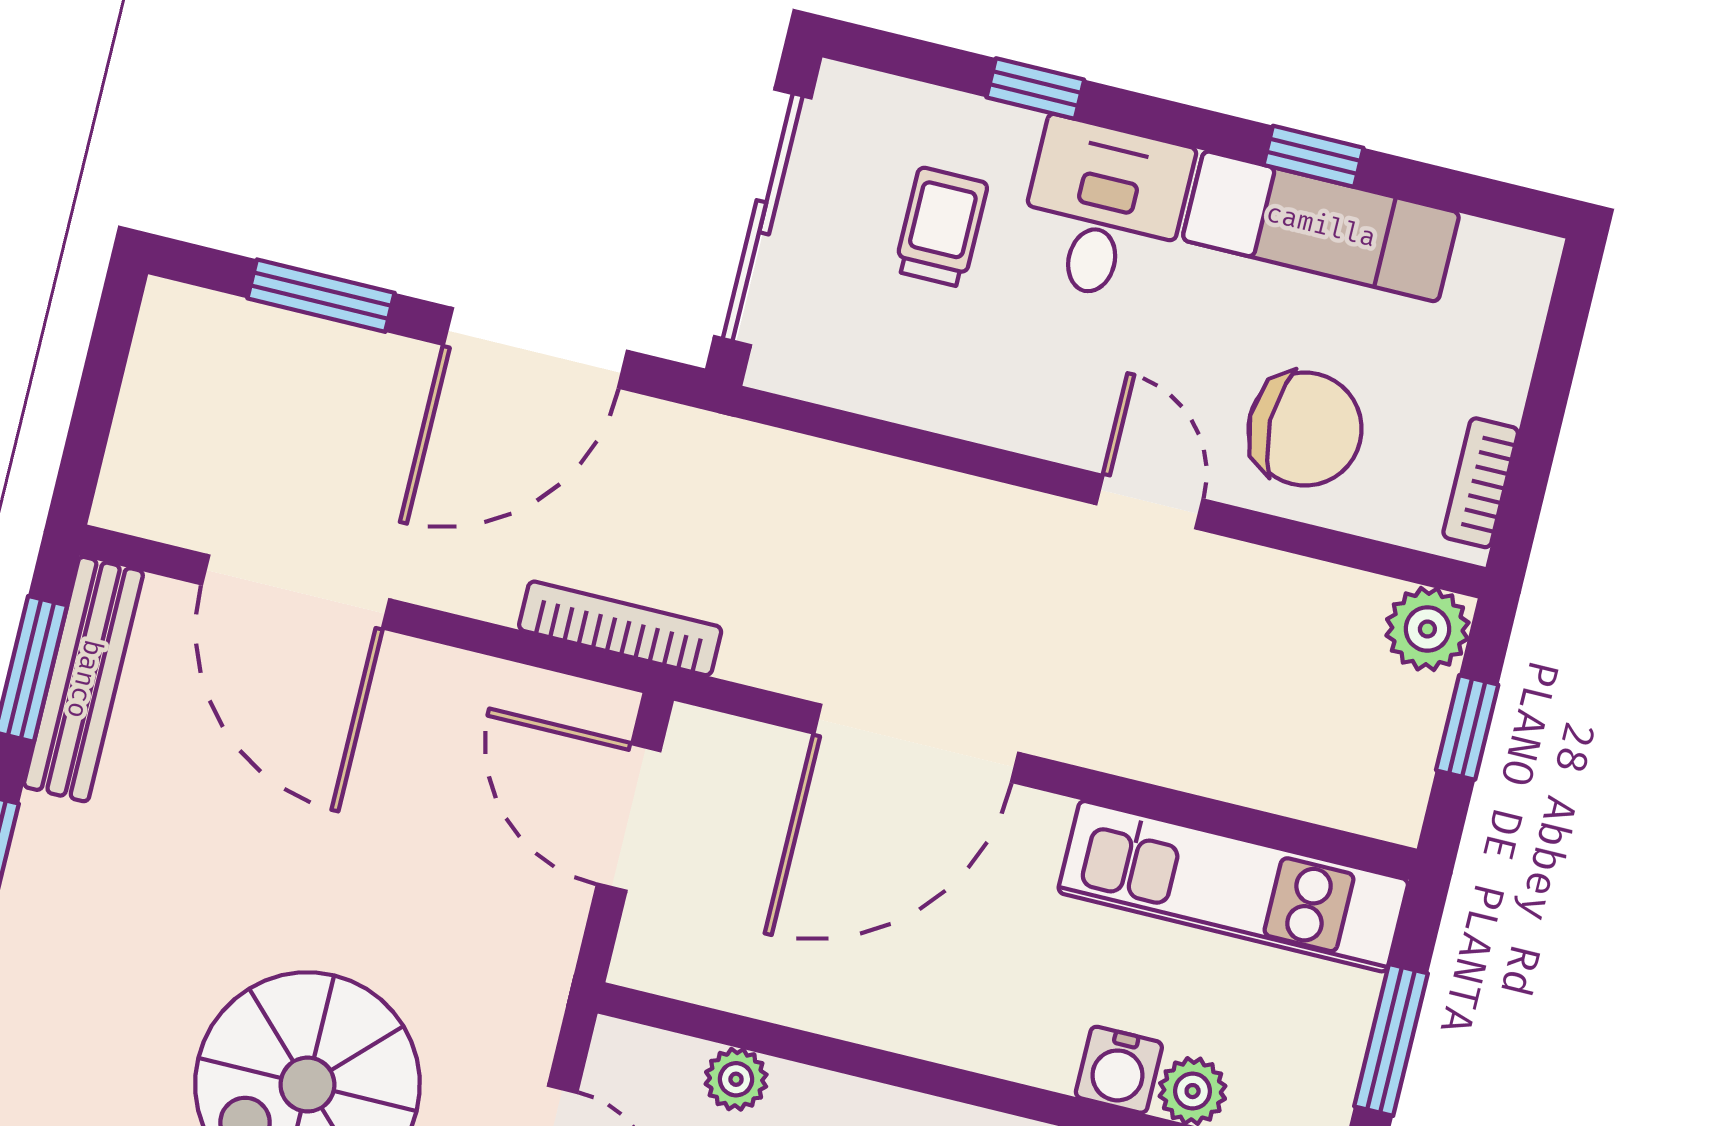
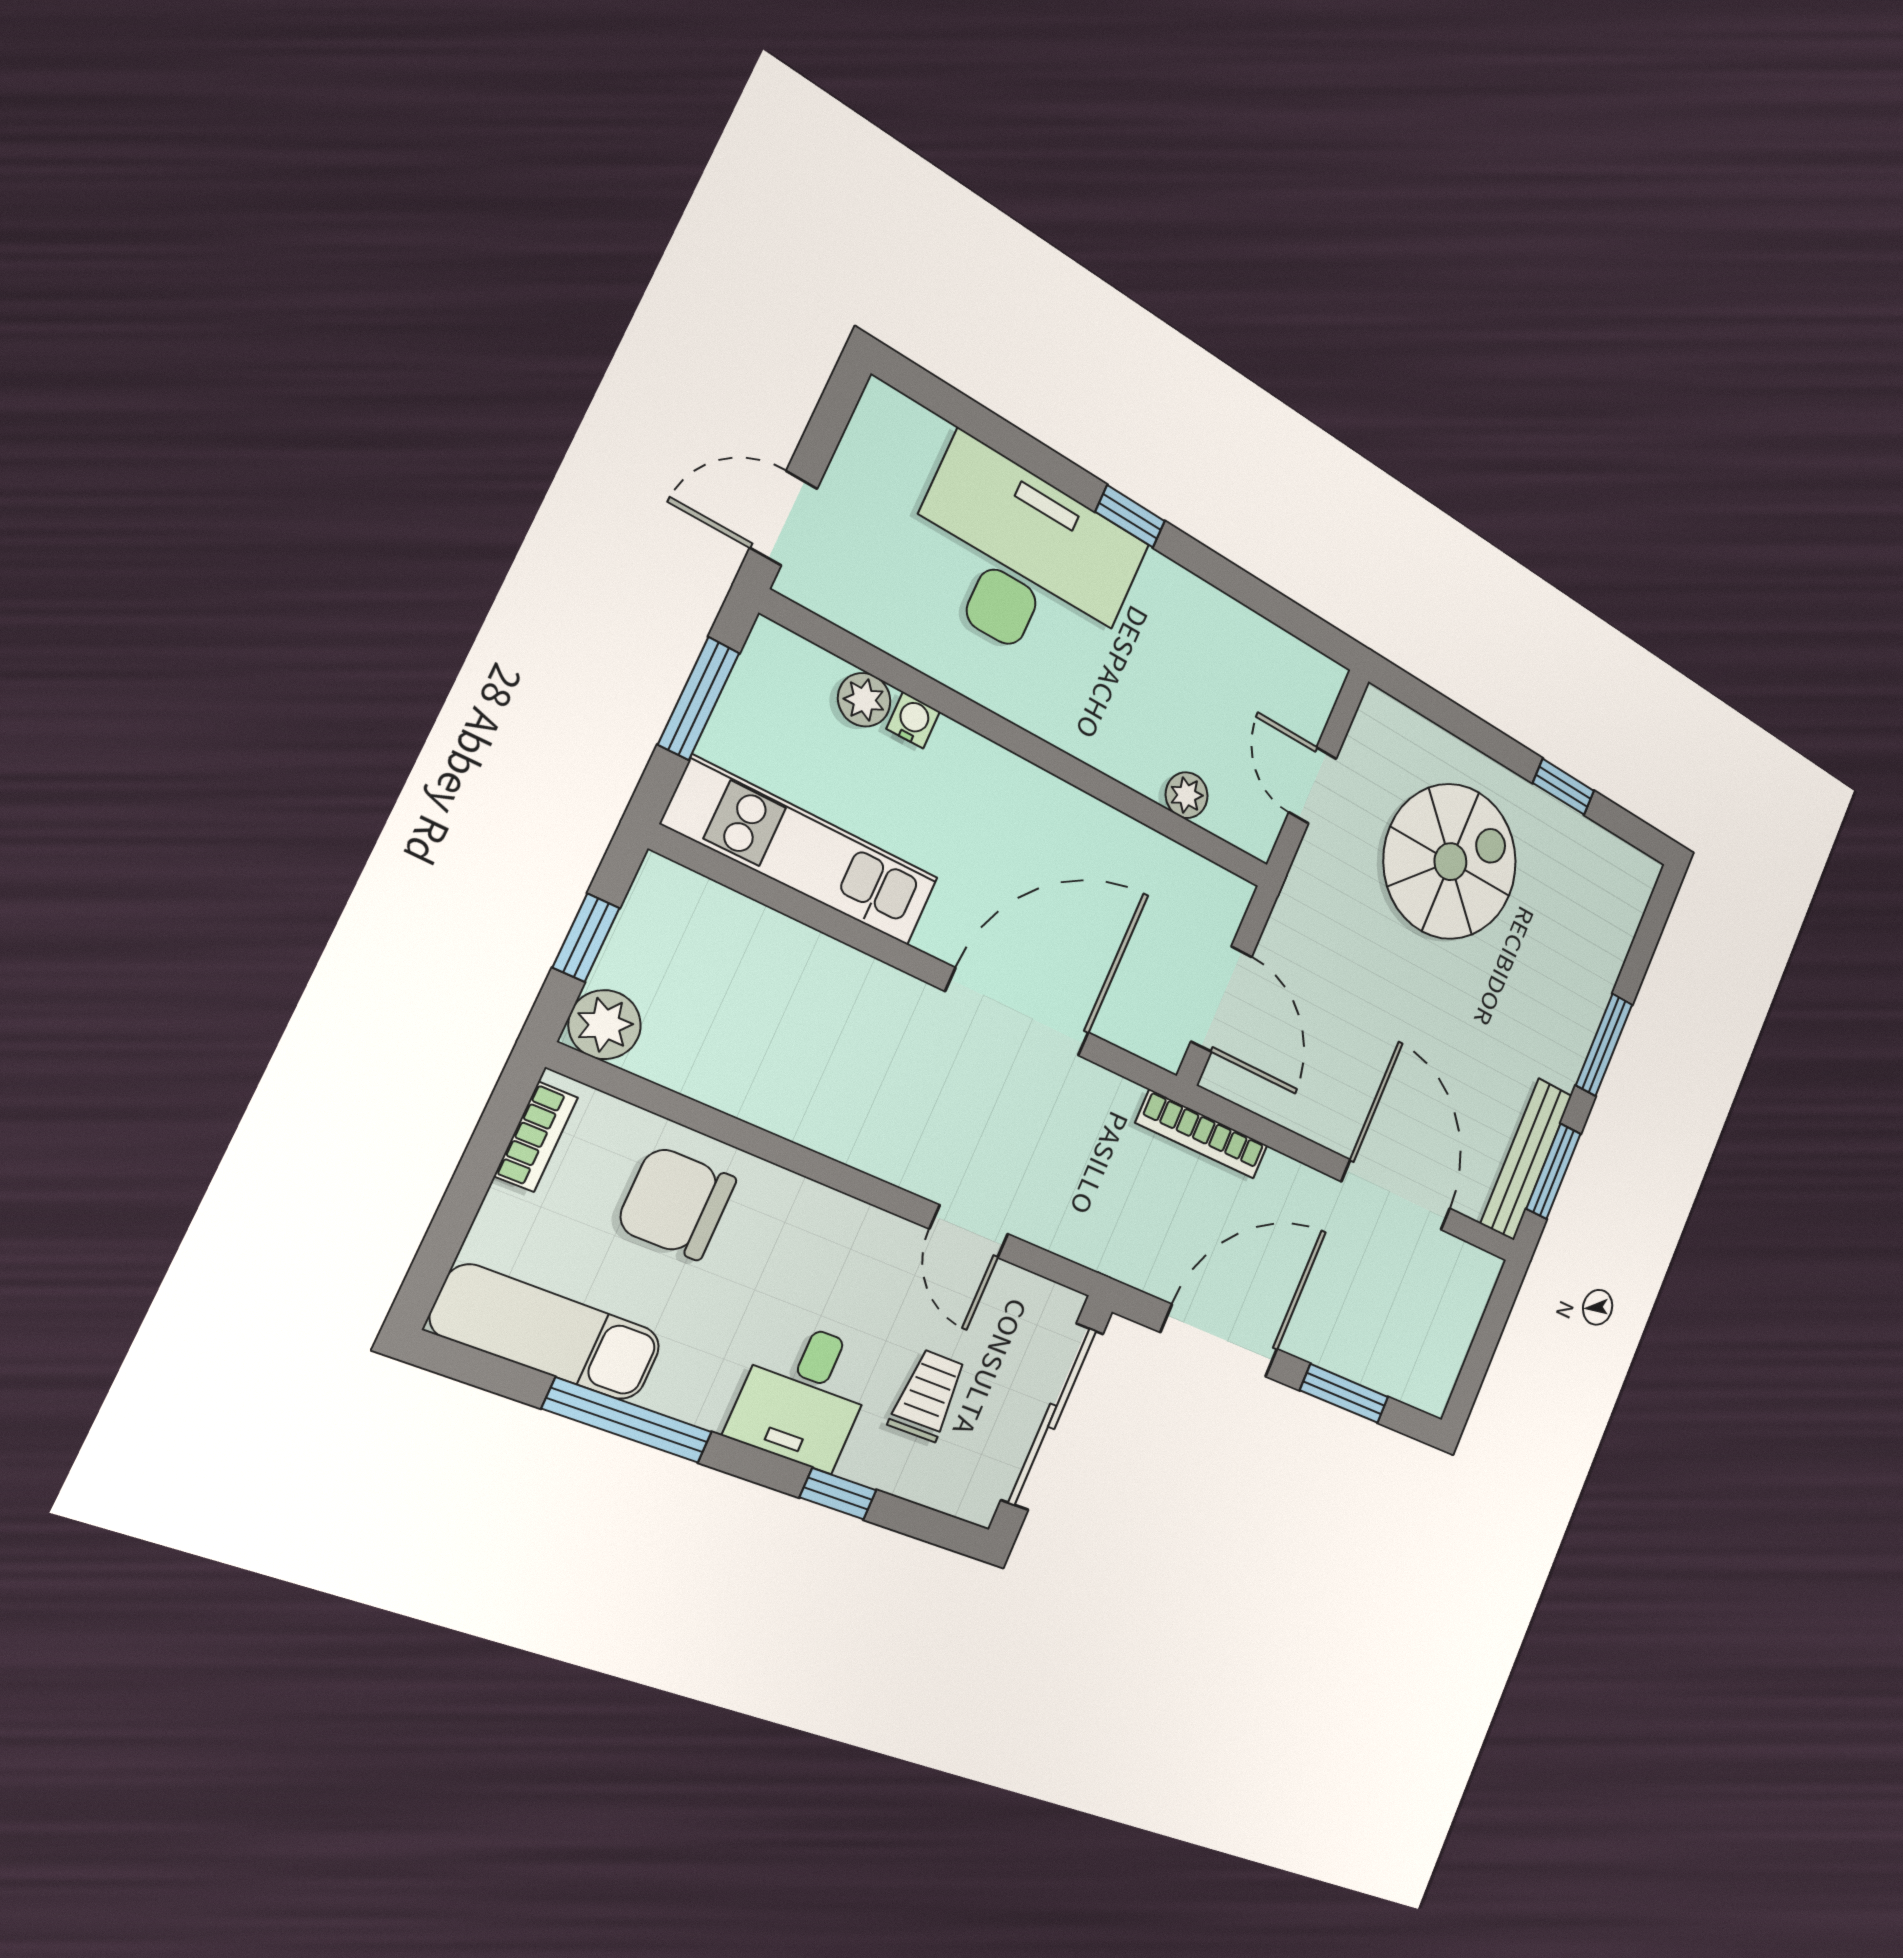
window: (1313, 156) -> (628, 1420), width x2.17
exam couch: (1321, 226) -> (547, 1333), moved
trolley: (941, 227) -> (928, 1395), turned 180
door: (1149, 502) -> (969, 1231), moved
water cooler: (1119, 1070) -> (913, 720), width x0.72, depth x0.72

